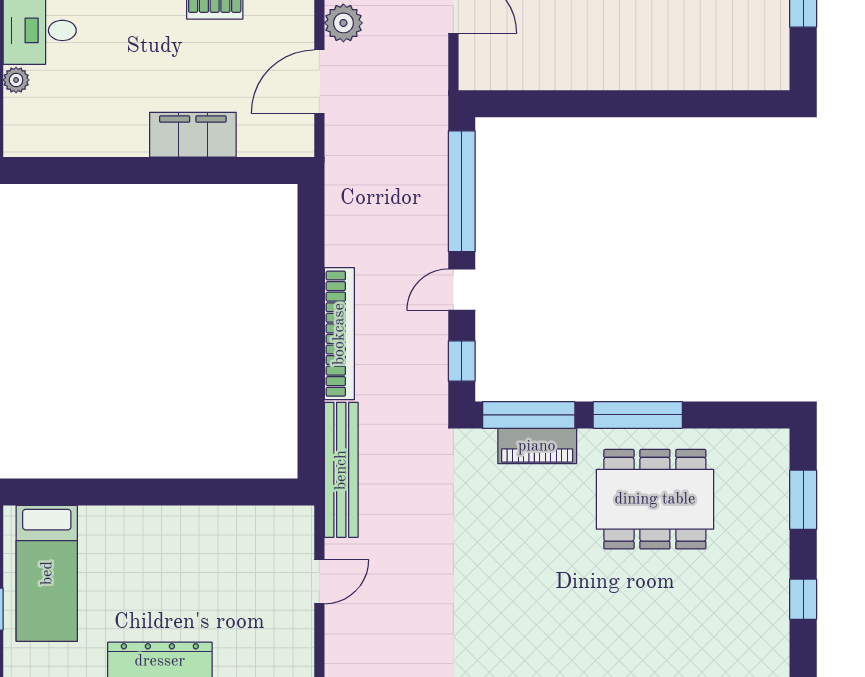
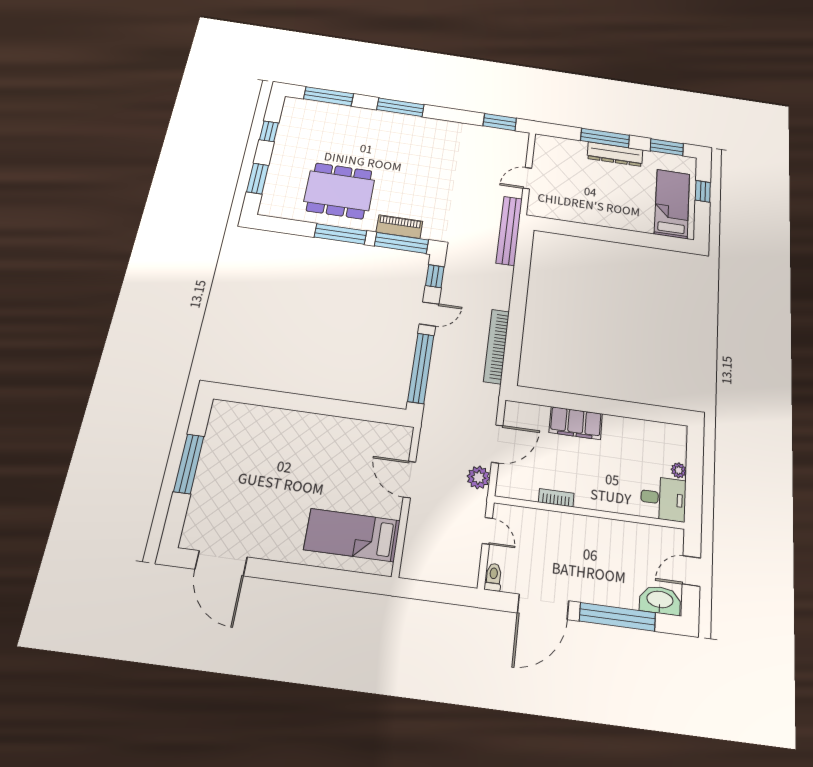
bookcase: (339, 334) -> (497, 346), moved

